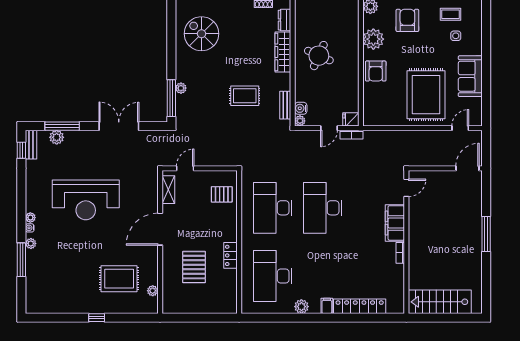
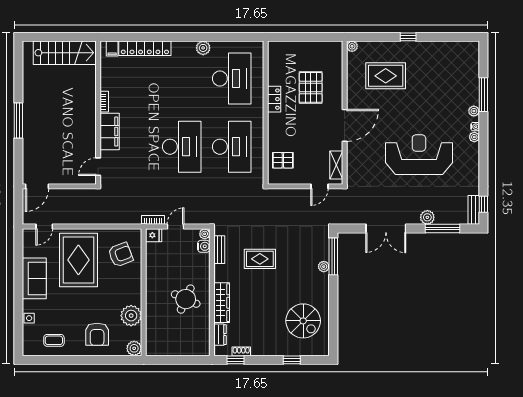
side table: (456, 36) -> (29, 318), moved
armchair: (376, 71) -> (121, 255), moved, turned 69
plant: (57, 137) -> (427, 217), moved
plant: (153, 291) -> (352, 46), moved
filing cabinet: (327, 306) -> (112, 49), moved

